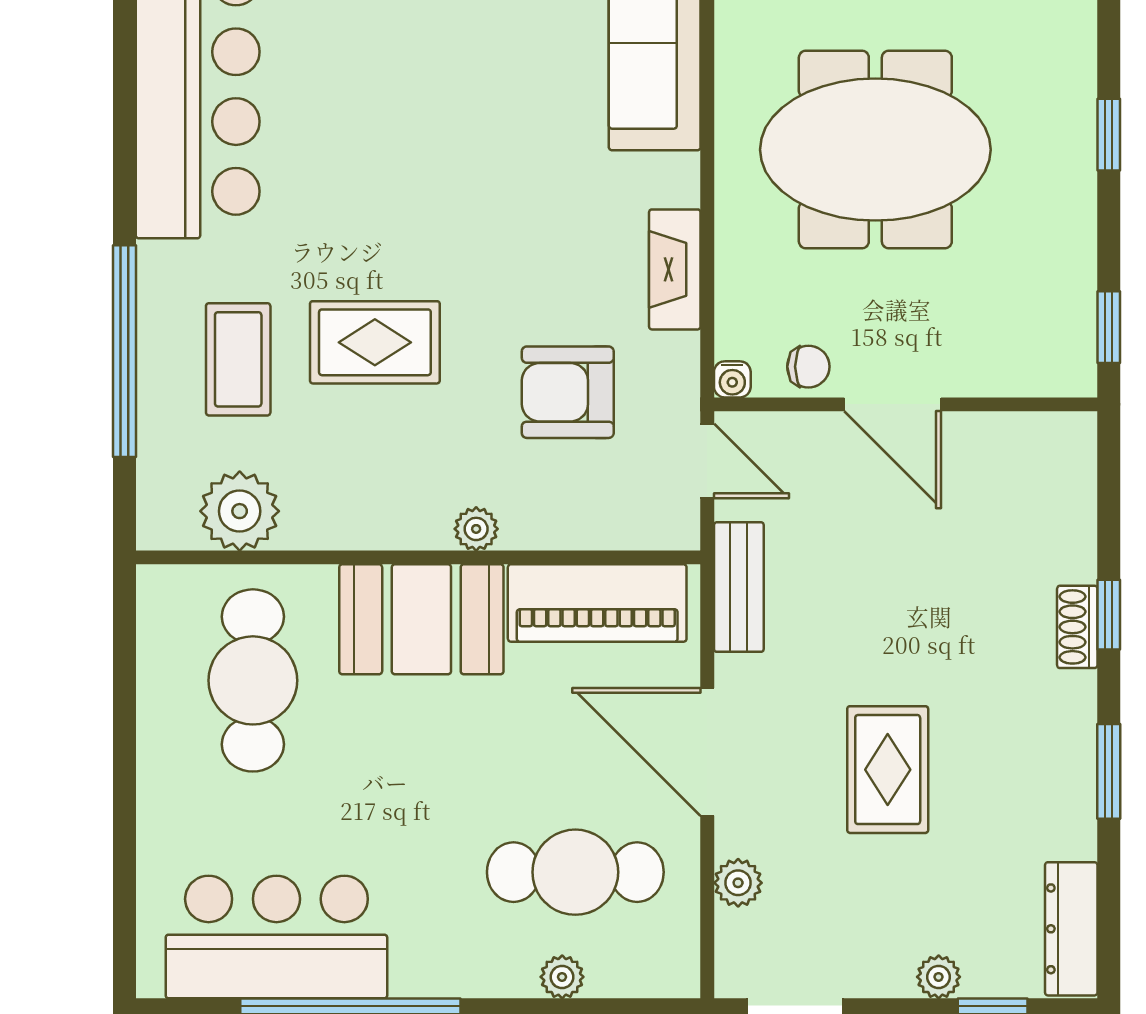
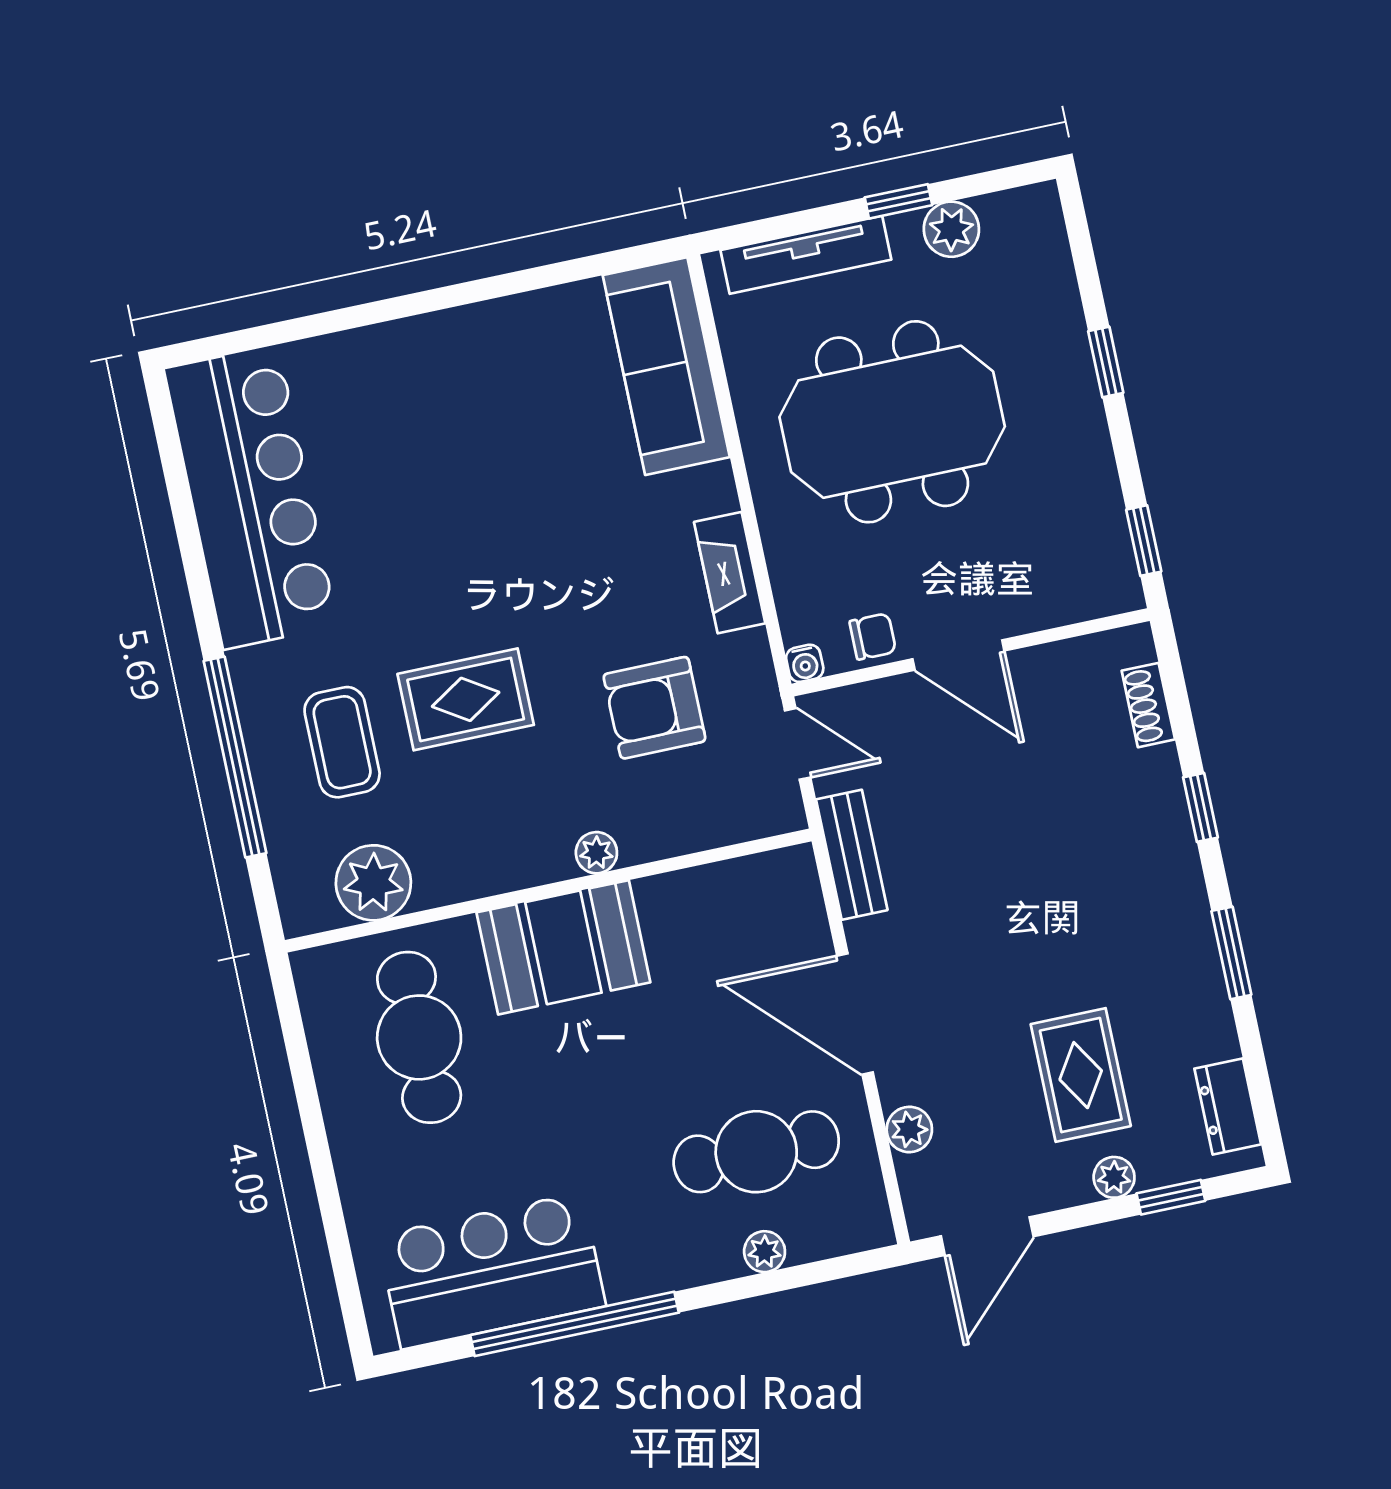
piano: (597, 603) -> (723, 898), removed
shoe rack: (1077, 627) -> (1148, 705), moved
rug: (888, 770) -> (1081, 1075), moved
dresser: (1071, 929) -> (1228, 1106), width x0.70

